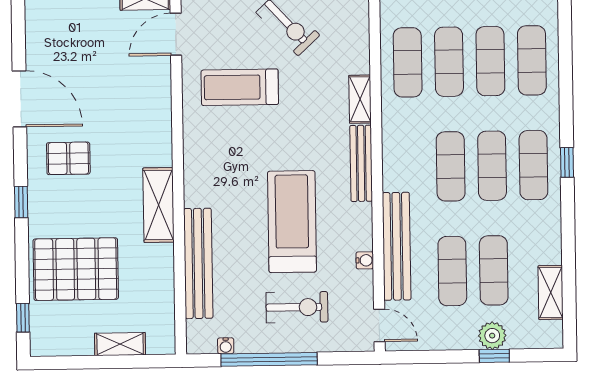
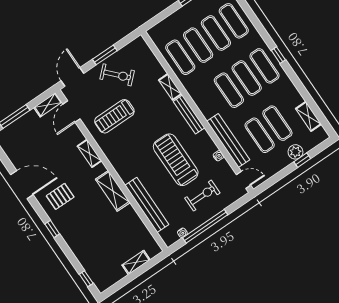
shelving: (161, 120) -> (90, 153), added
pallet: (76, 269) -> (95, 242), removed

